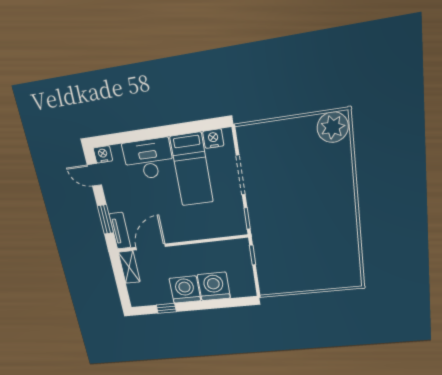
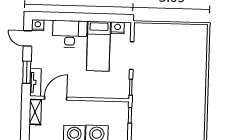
plant: (333, 127) -> (197, 34), removed

